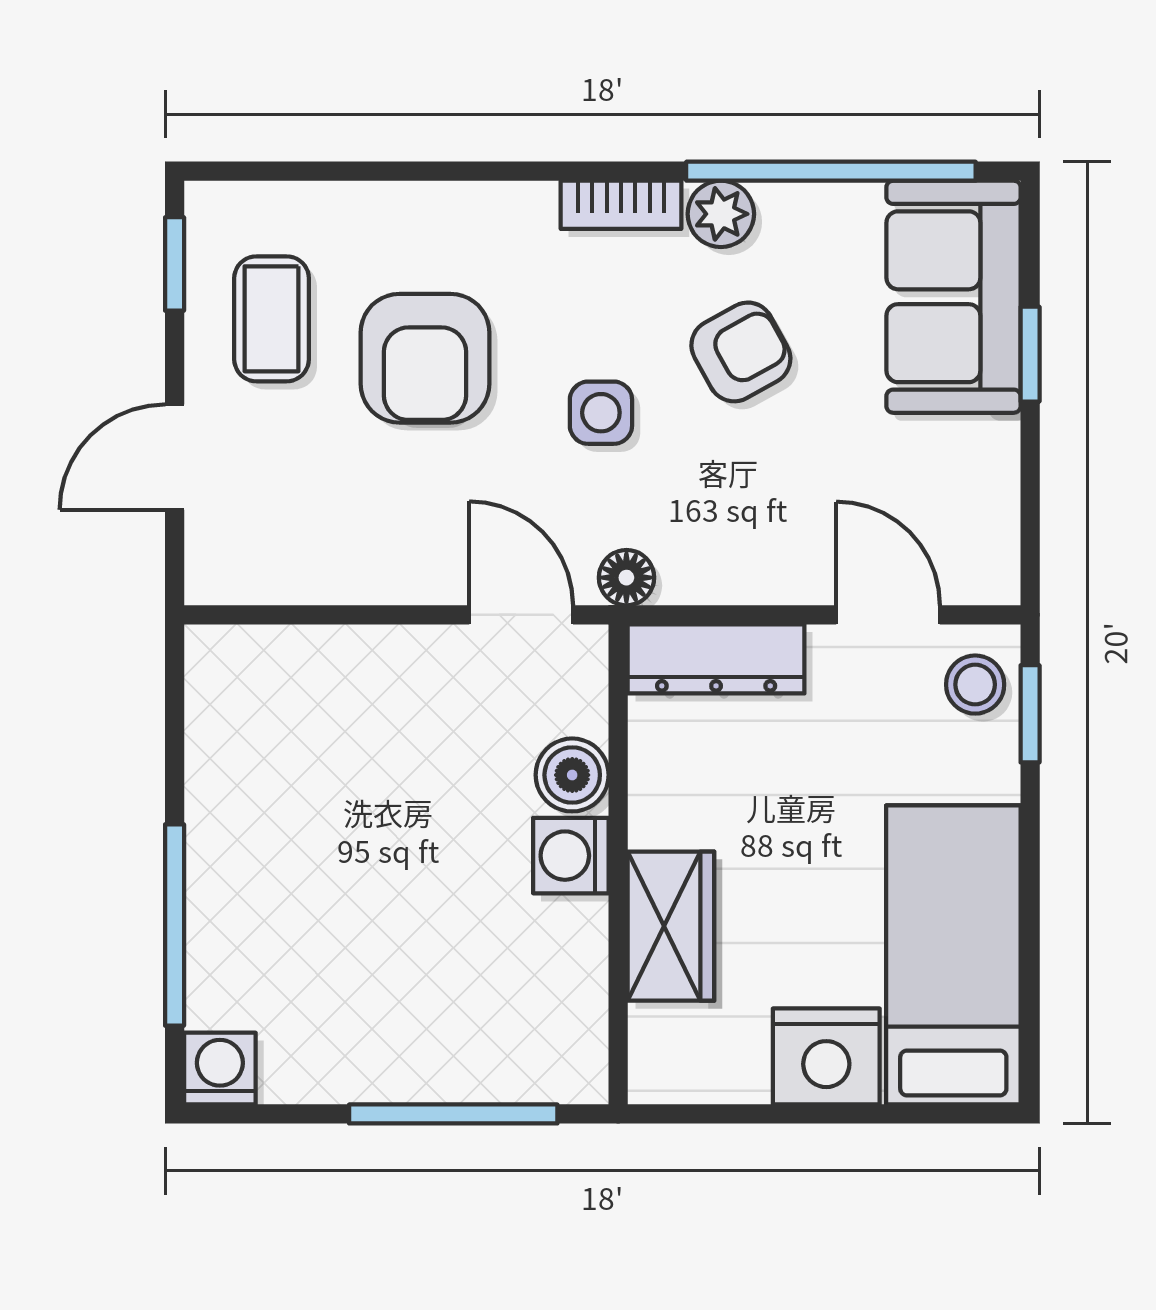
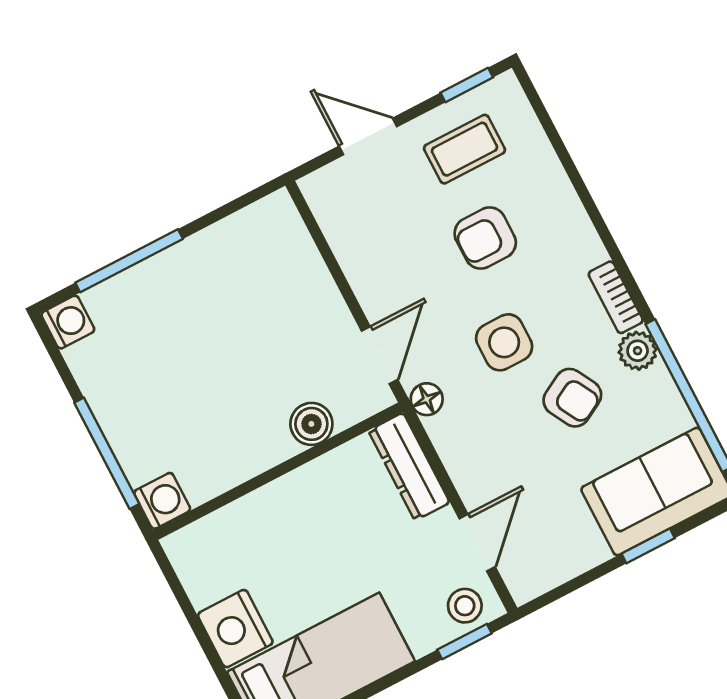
armchair: (425, 358) -> (485, 238), width x0.72, depth x0.72
side table: (601, 413) -> (504, 342), width x1.37, depth x1.37
washing machine: (571, 856) -> (162, 501), moved, turned 90
wardrobe: (671, 926) -> (261, 515), removed

